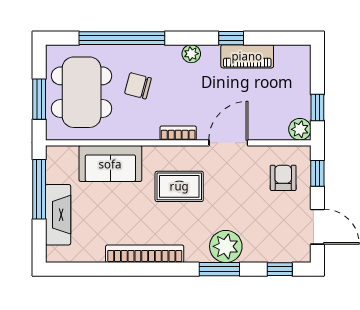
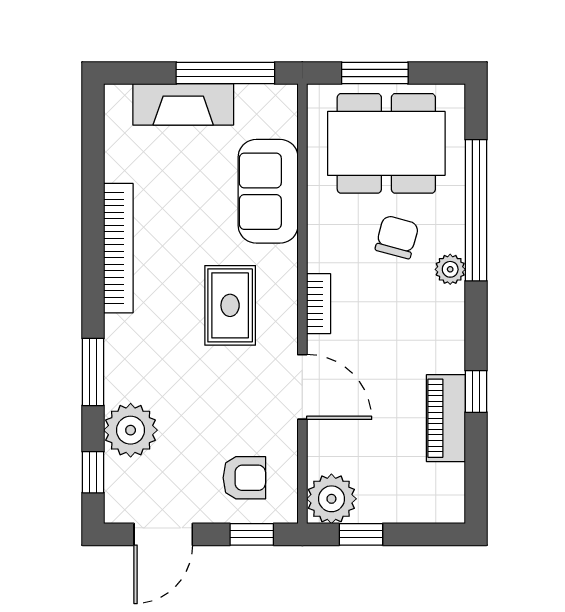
plant: (191, 54) -> (450, 269), moved
plant: (300, 129) -> (331, 499), width x1.36, depth x1.36
plant: (226, 246) -> (131, 430), moved

